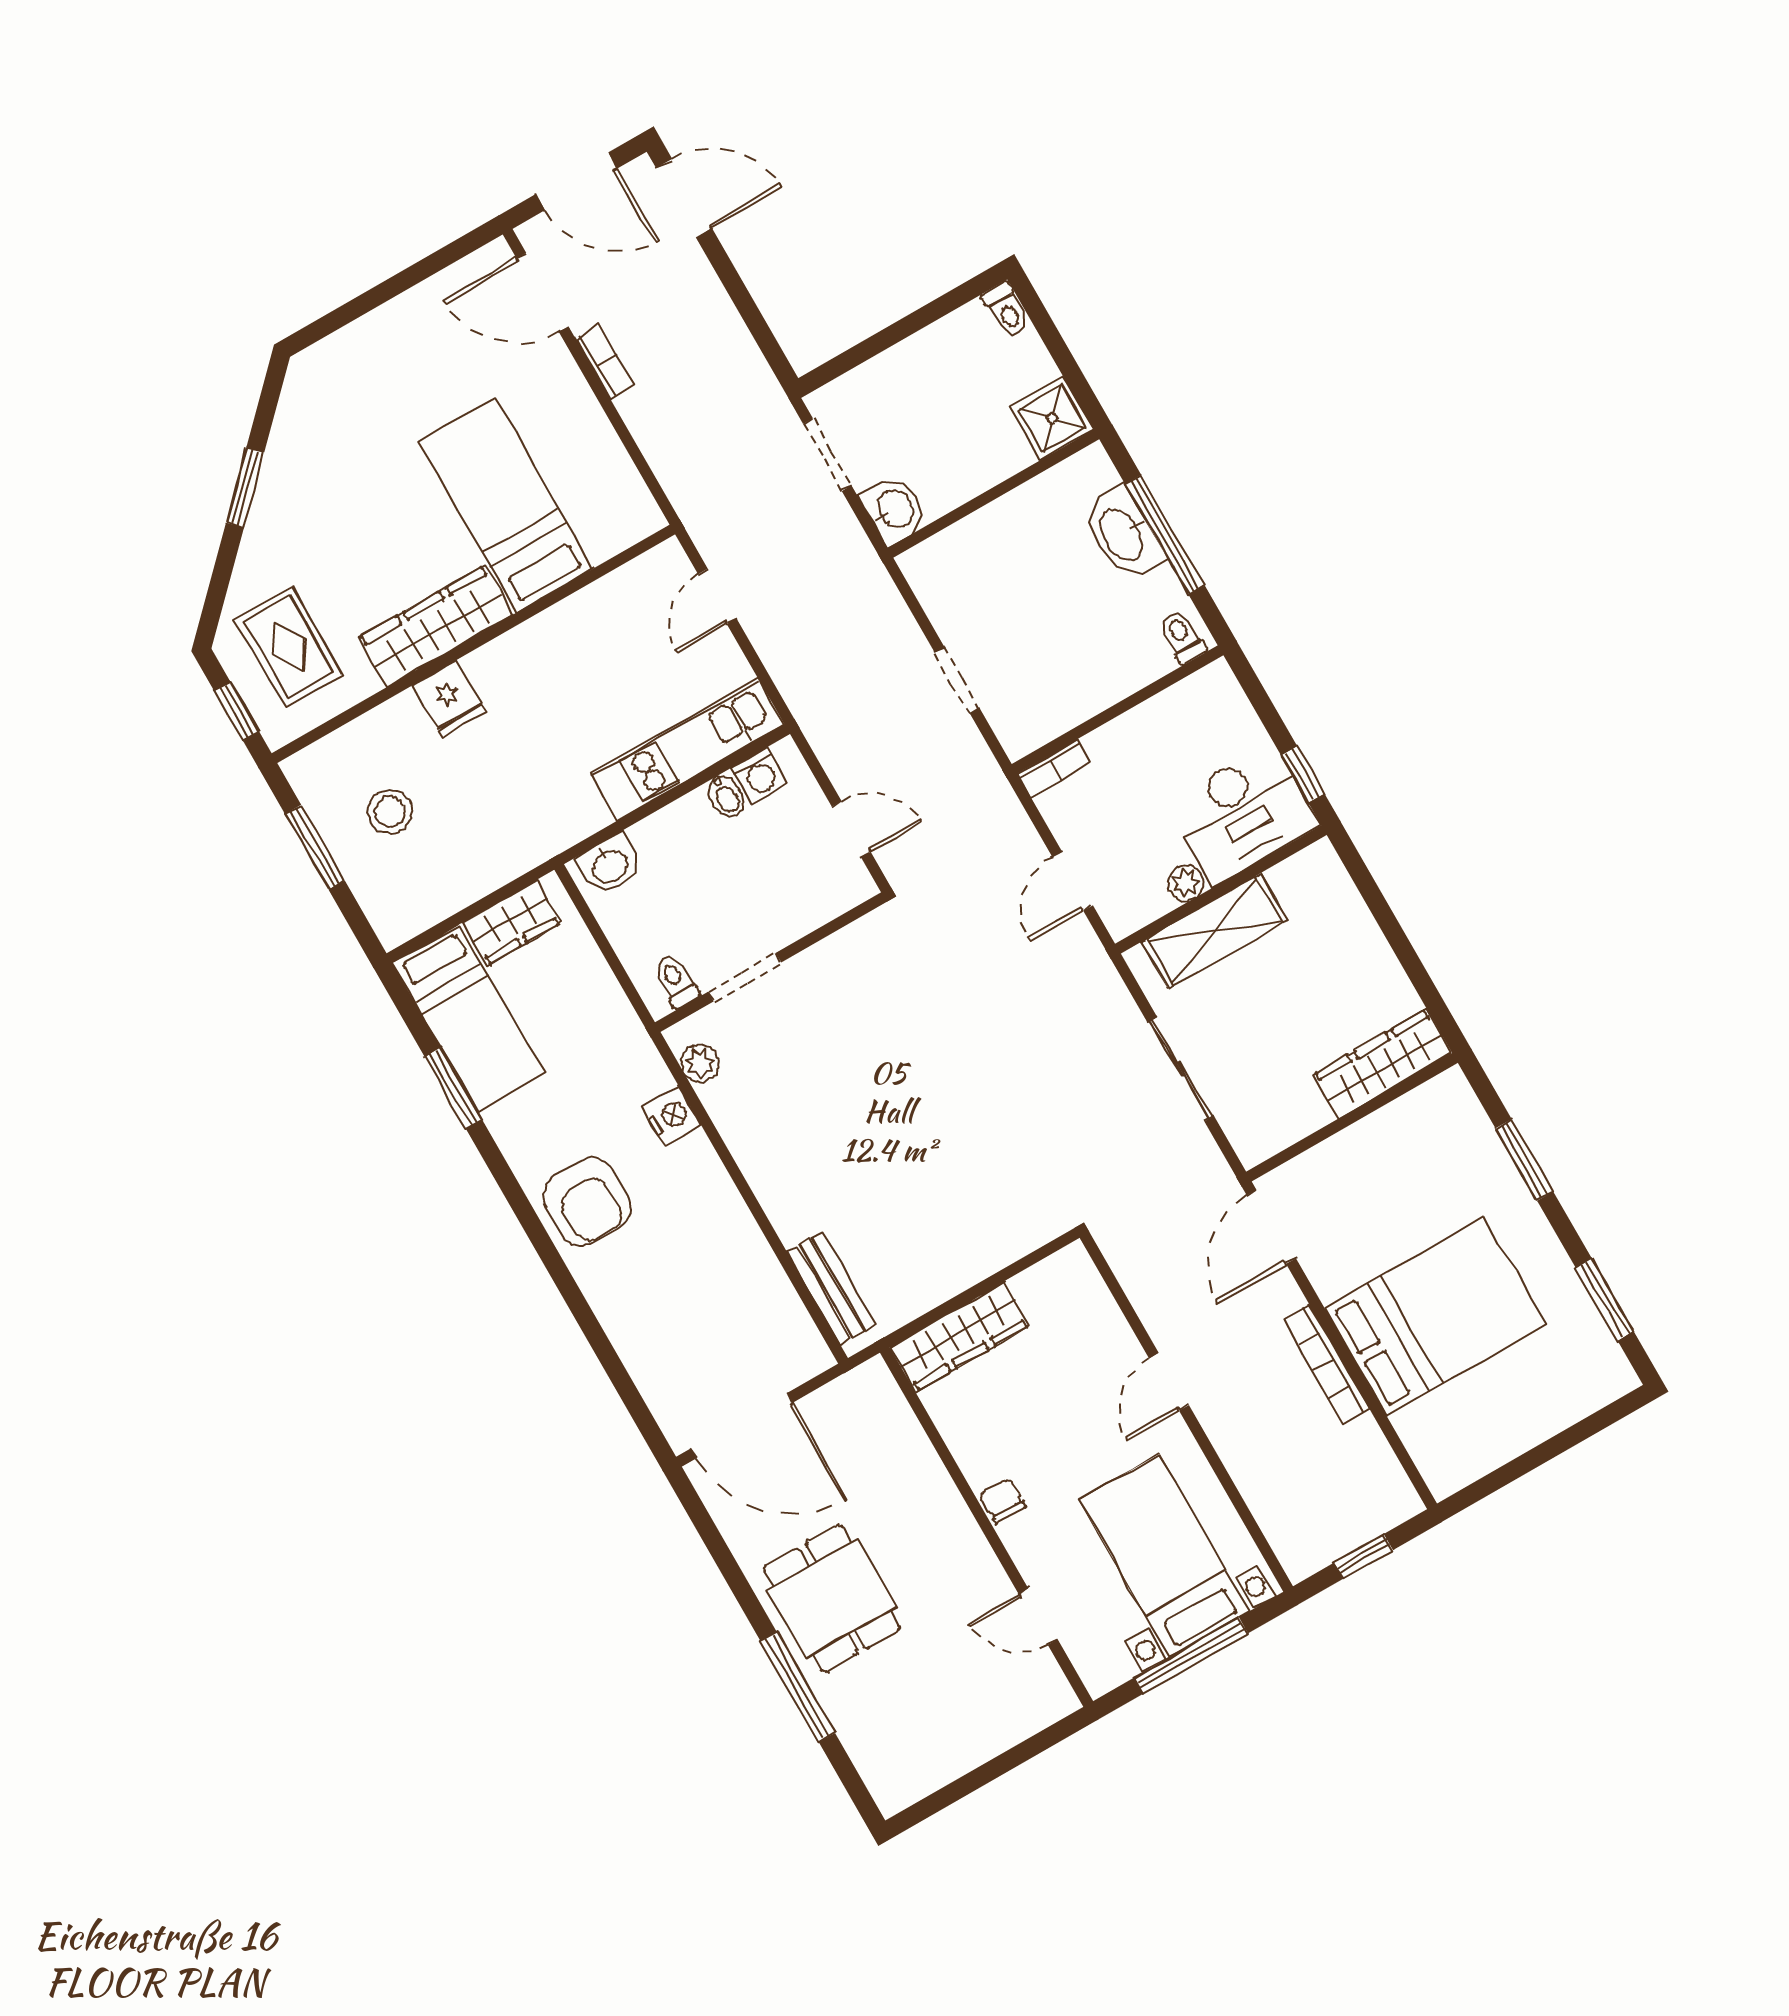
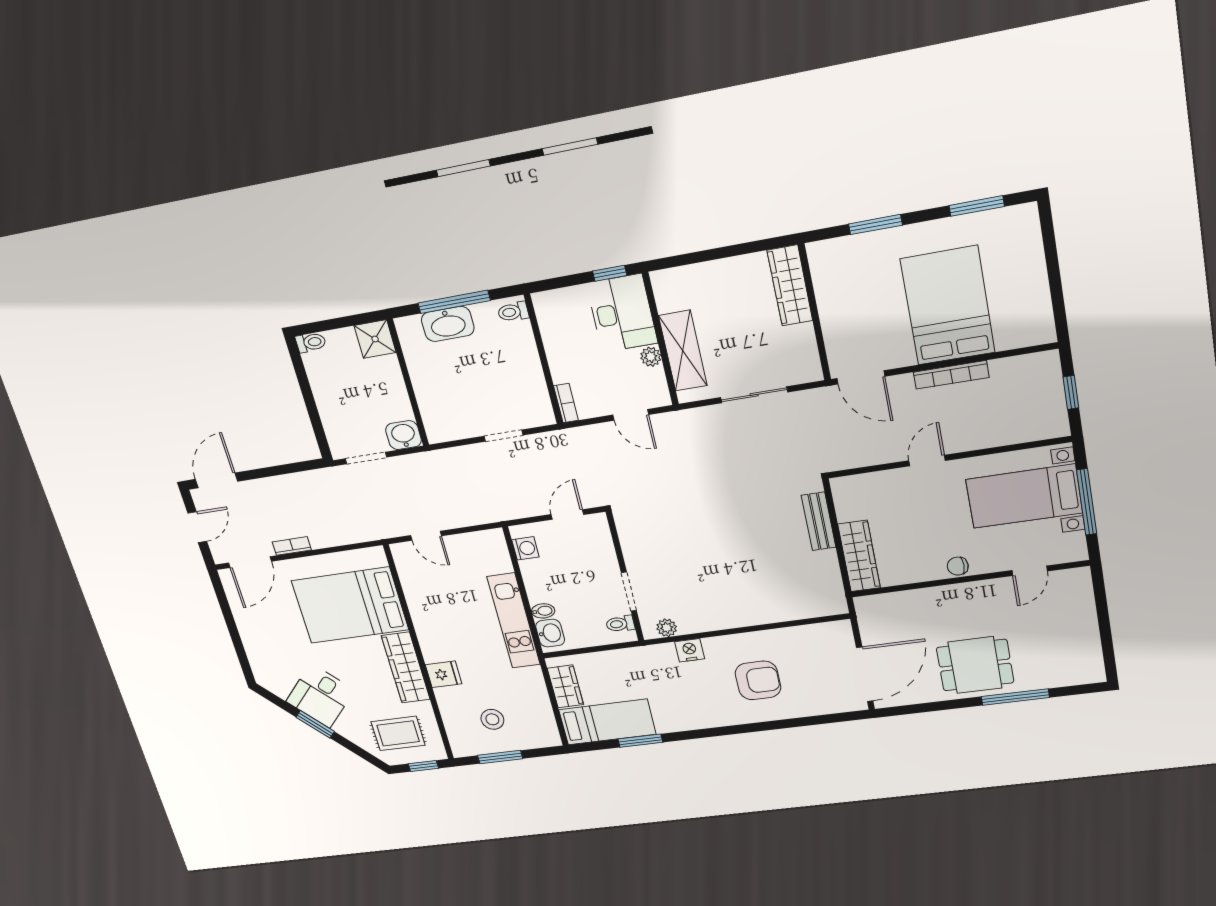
door: (577, 181) -> (197, 527), width x0.73
desk: (312, 483) -> (320, 696), added
bed: (506, 505) -> (350, 605), width x1.50
kitchen unit: (687, 749) -> (514, 621), moved
bidet: (726, 796) -> (543, 611), moved
armchair: (587, 1202) -> (758, 680), moved
bench: (831, 1288) -> (819, 521), moved, turned 90
door: (1169, 1382) -> (927, 461), swing flipped

